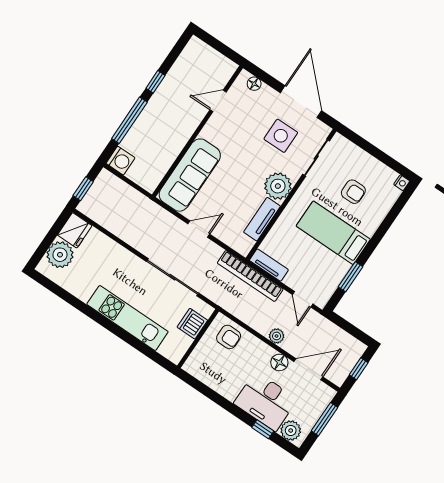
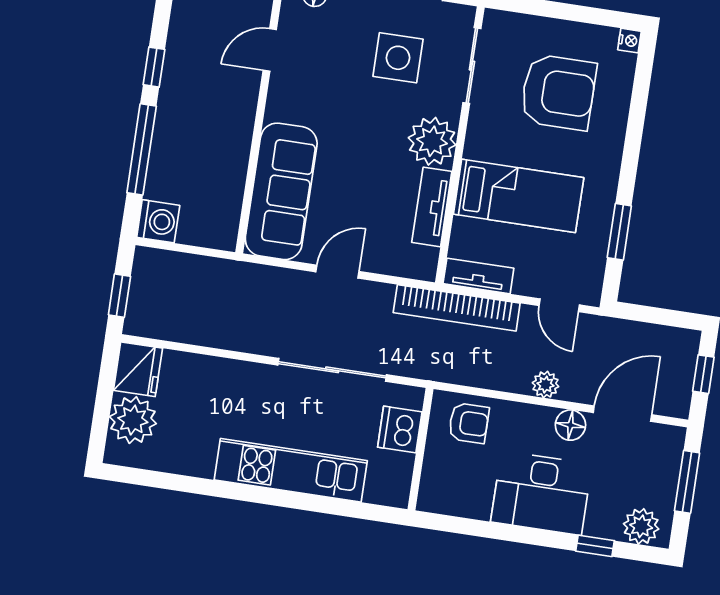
armchair: (353, 192) -> (558, 92), width x1.88, depth x1.88
bed: (333, 233) -> (519, 196), moved, turned 180
desk: (266, 401) -> (541, 493), moved

